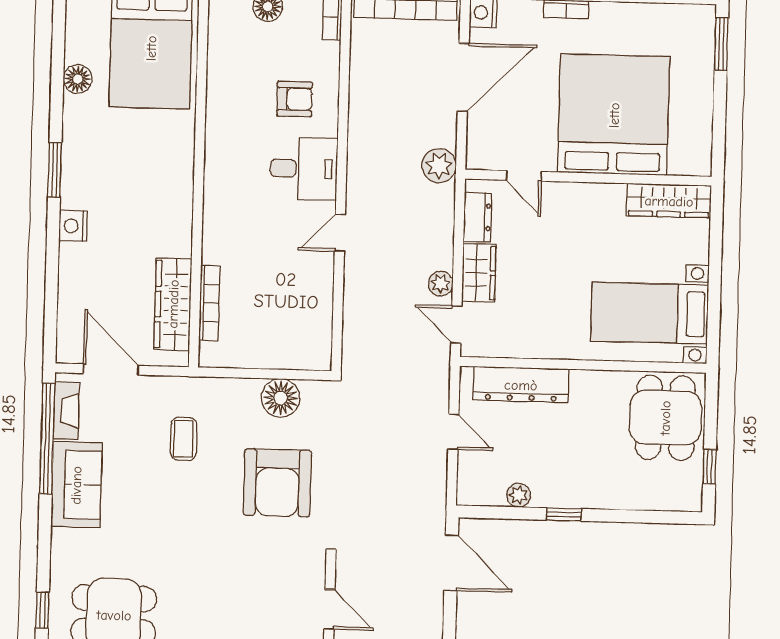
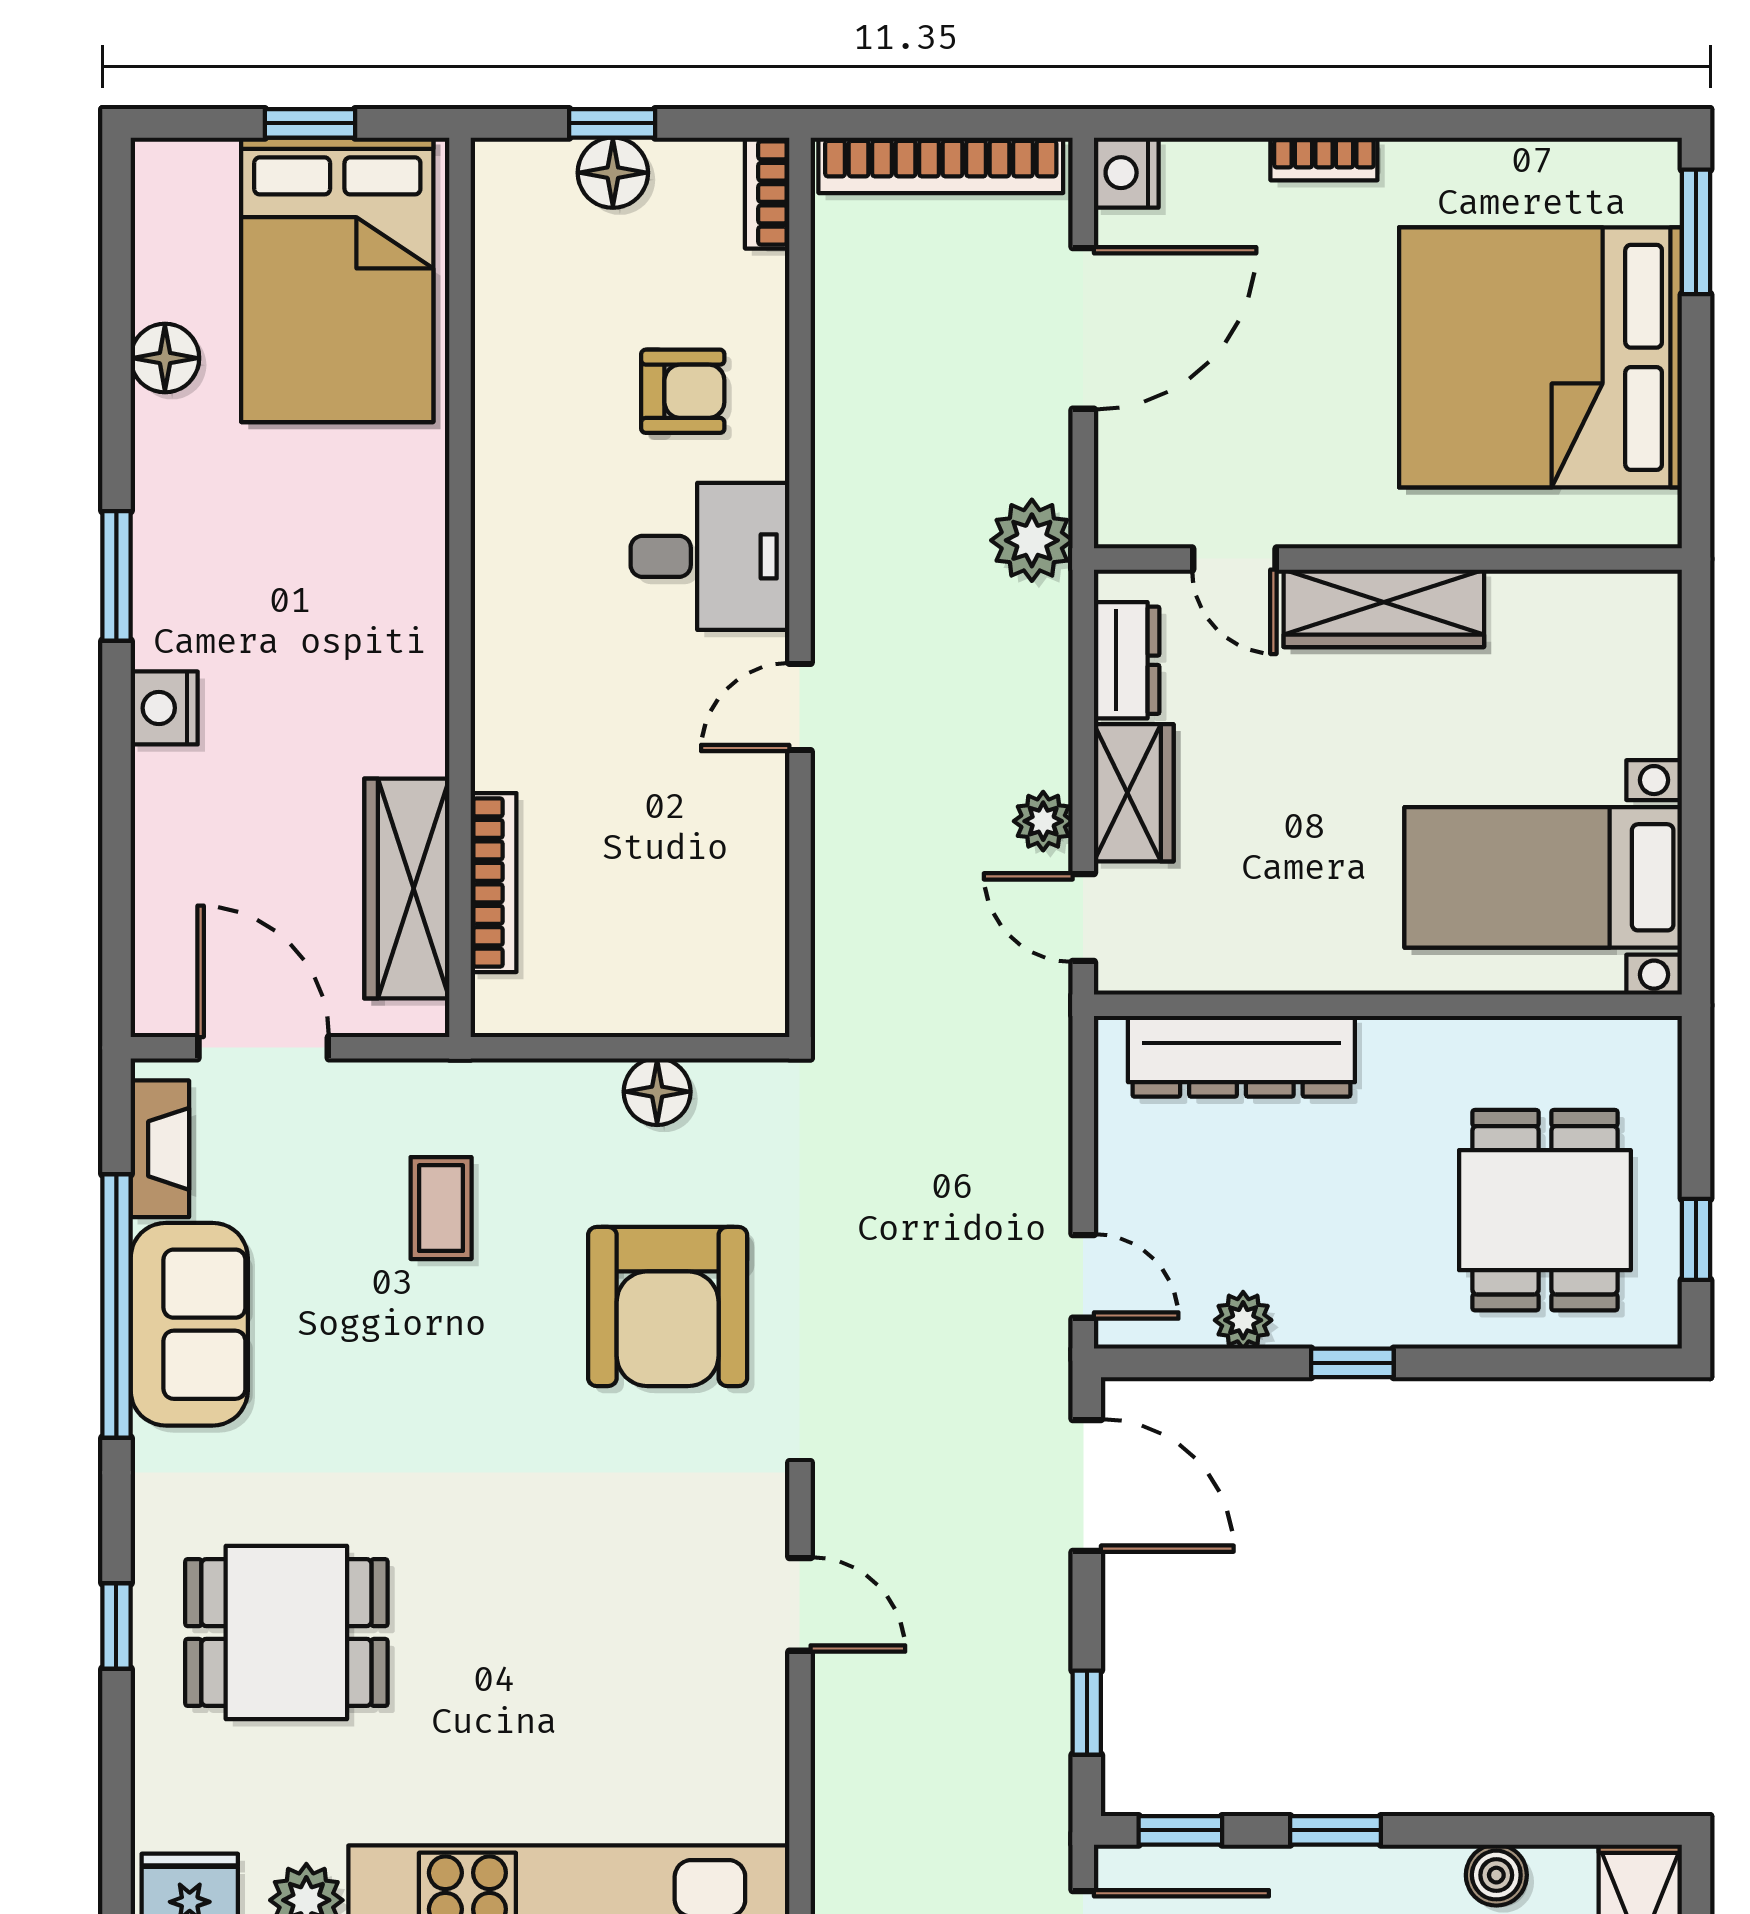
bed: (614, 115) -> (1540, 357), moved, turned -90
wardrobe: (669, 201) -> (1384, 608), moved
floor lamp: (281, 398) -> (657, 1092), width x0.73, depth x0.73
dining table: (665, 418) -> (1545, 1210), moved
door: (453, 432) -> (1083, 1276), moved
window: (47, 439) -> (116, 1306), moved

